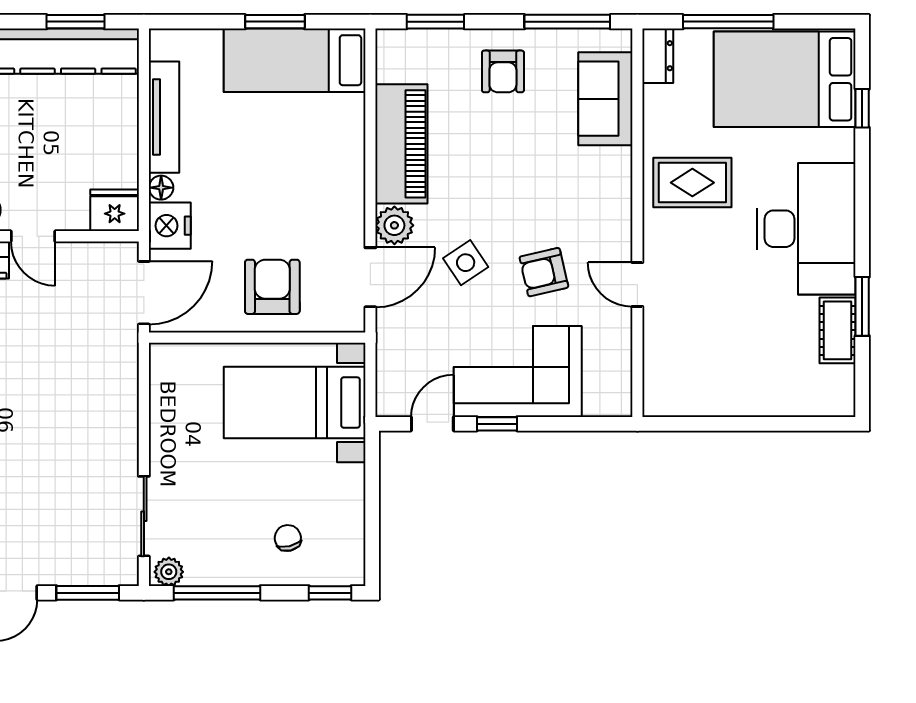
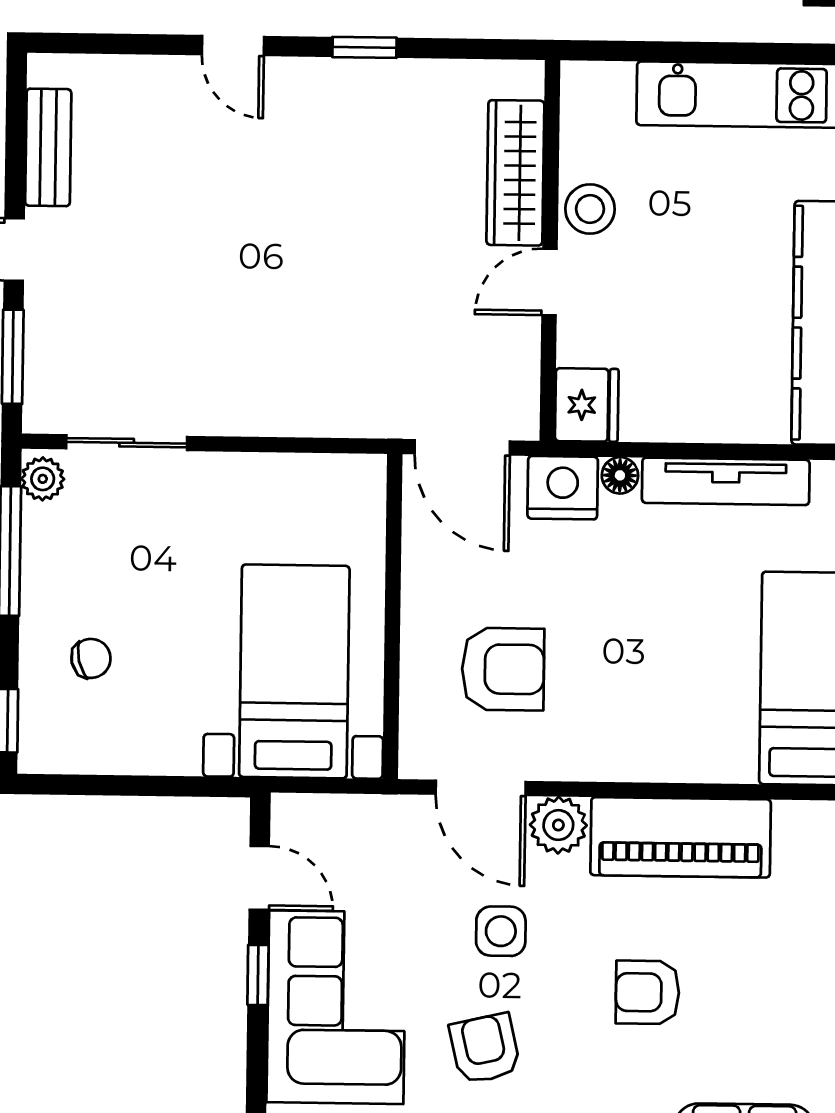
armchair: (503, 71) -> (647, 992), moved
side table: (466, 263) -> (501, 931), turned 34
armchair: (272, 287) -> (503, 669), moved

